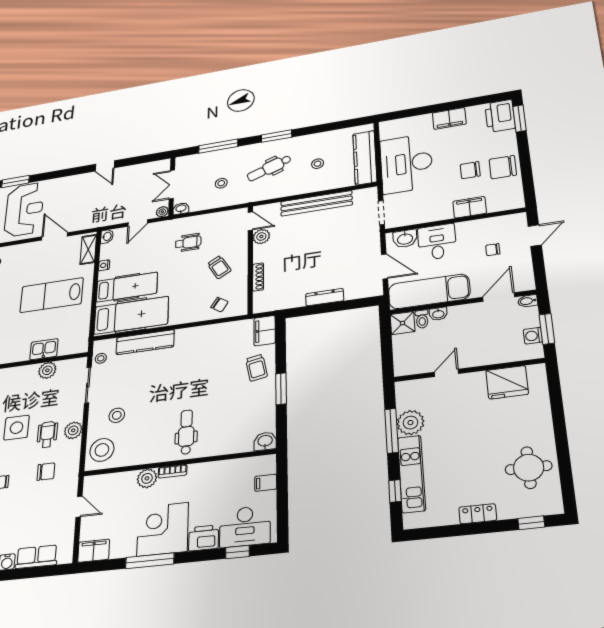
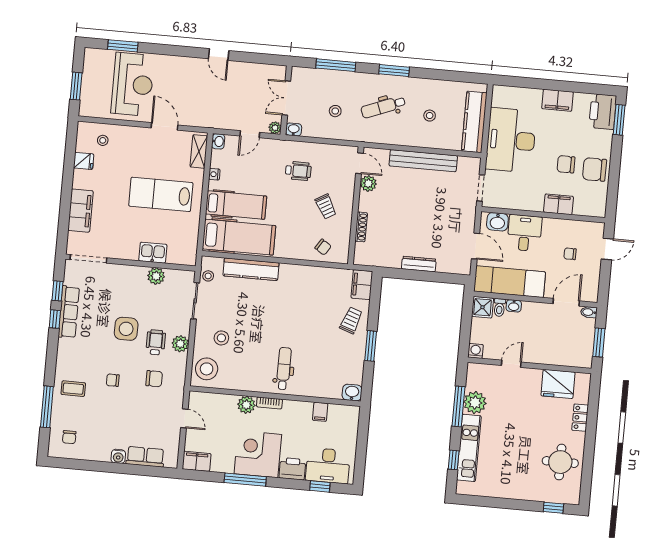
washing machine: (533, 336) -> (476, 351), moved, turned 90
trolley: (256, 368) -> (351, 320), turned -150
filing cabinet: (266, 483) -> (320, 412), moved, turned -90
locker: (478, 514) -> (580, 418), moved, turned -90

